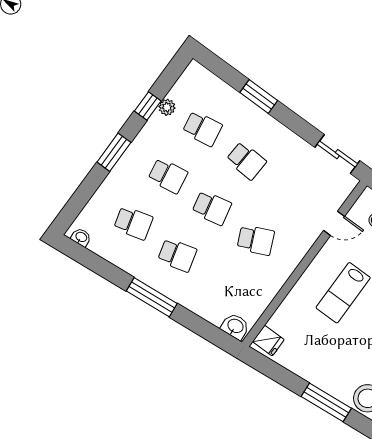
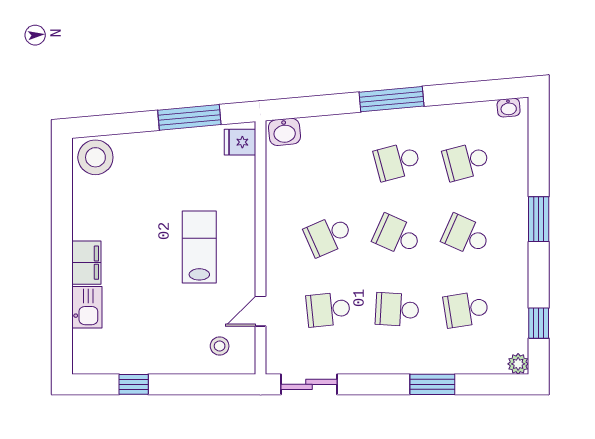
window: (148, 106) -> (539, 323), moved
plant: (167, 107) -> (518, 364), moved
school desk: (168, 176) -> (466, 235), turned 33
school desk: (290, 193) -> (328, 309), added
school desk: (212, 208) -> (397, 235), turned 36
window: (326, 402) -> (189, 117), moved

